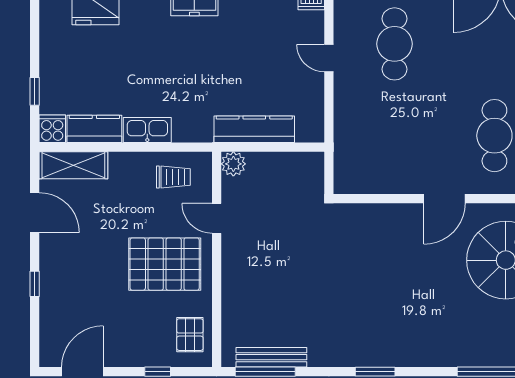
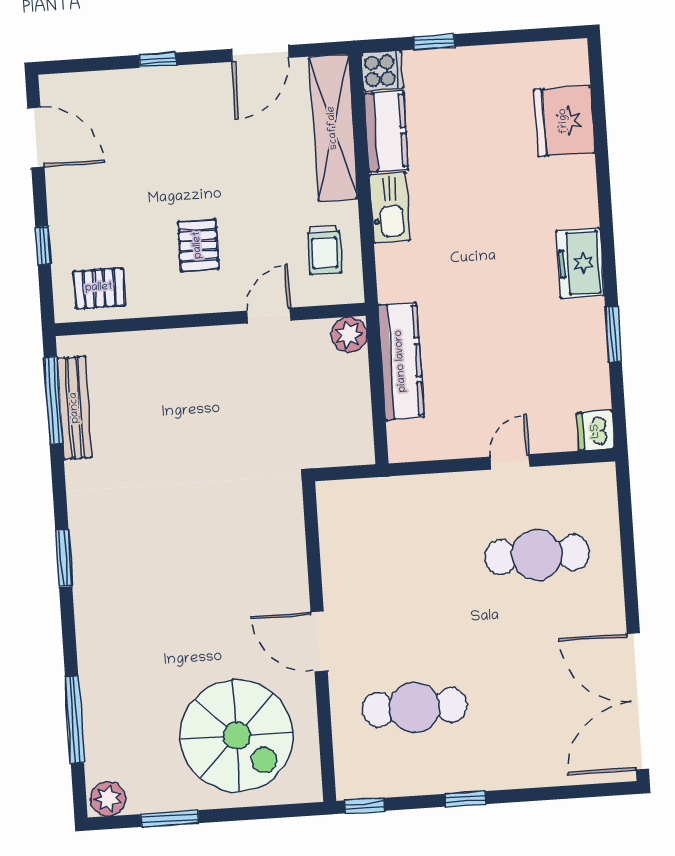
shelving: (73, 165) -> (333, 128), width x1.47
pallet: (165, 264) -> (198, 245), width x0.49, depth x0.50

